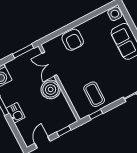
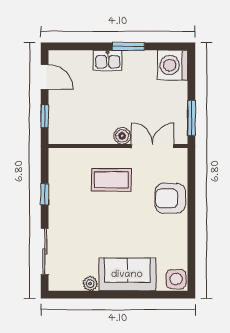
boiler: (51, 89) -> (122, 136), width x0.54, depth x0.54
coffee table: (94, 94) -> (111, 180), moved
window: (96, 114) -> (45, 194), moved

